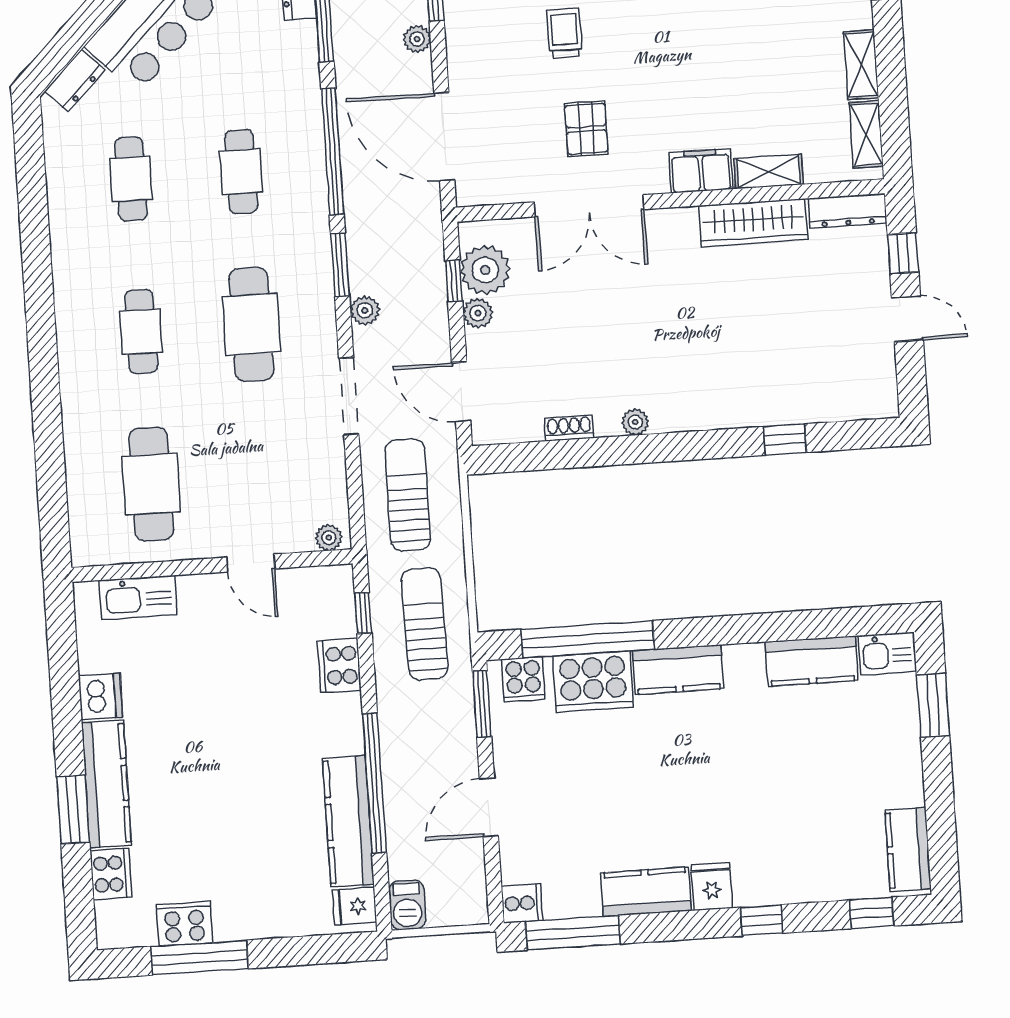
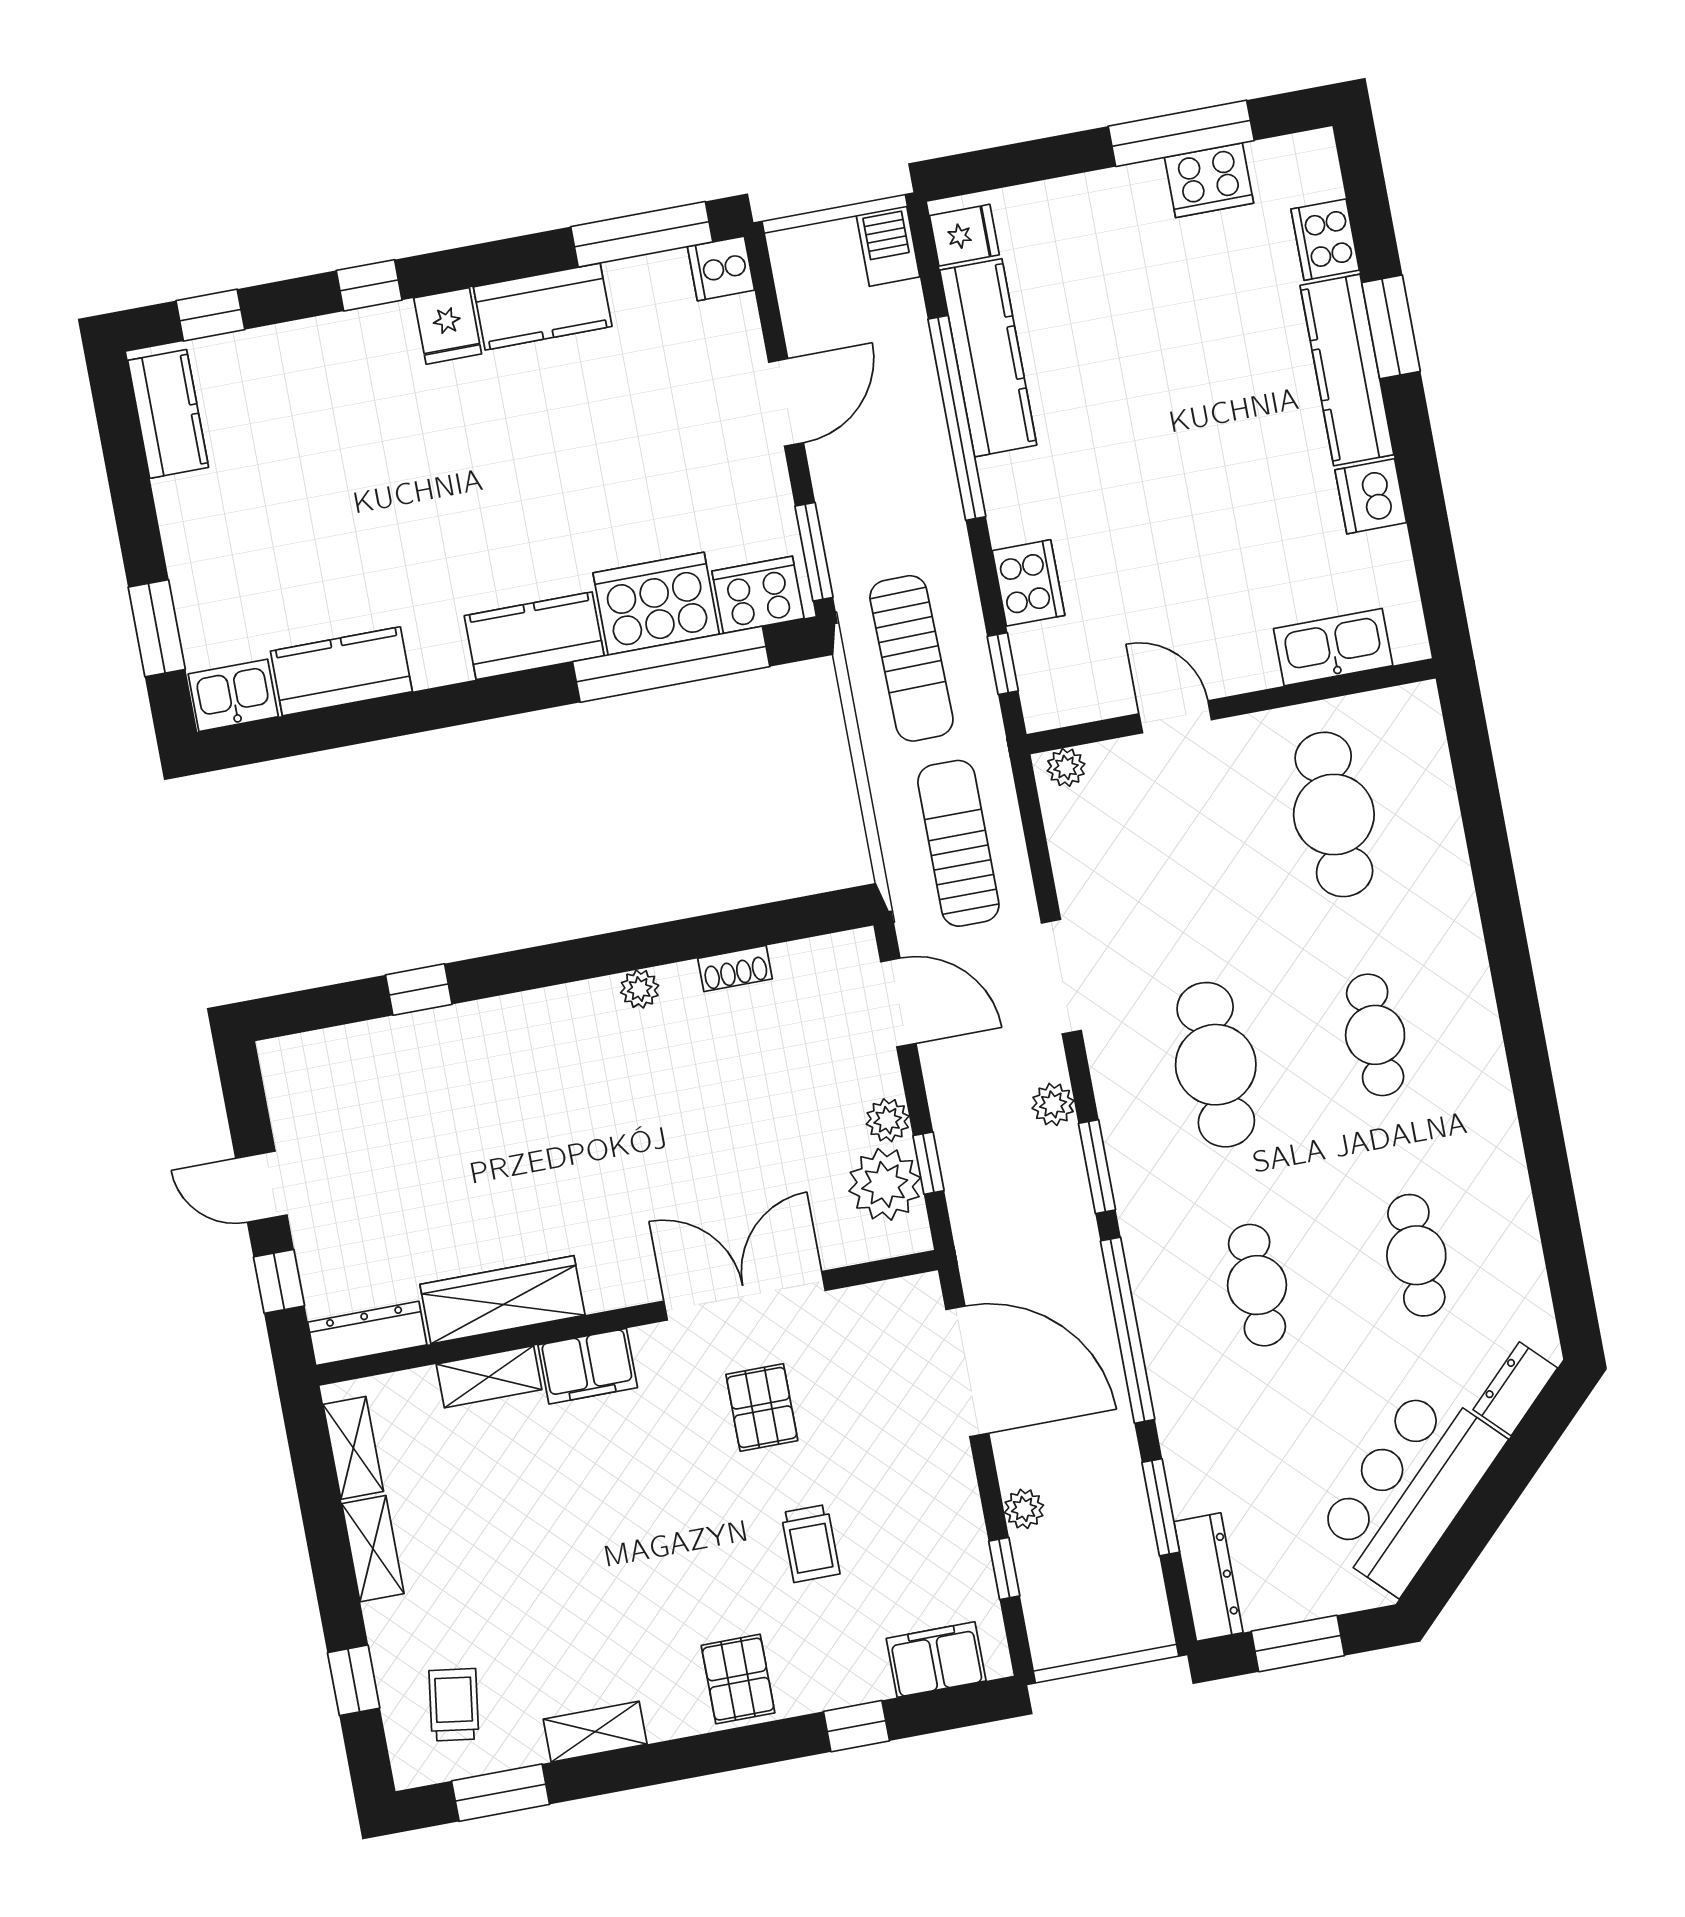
sun lounger: (408, 495) -> (958, 843), turned 180
cooker: (523, 679) -> (758, 595), width x1.36

